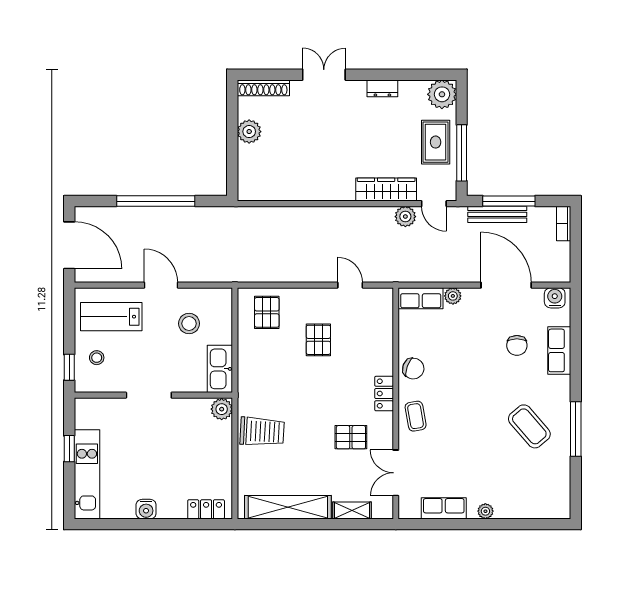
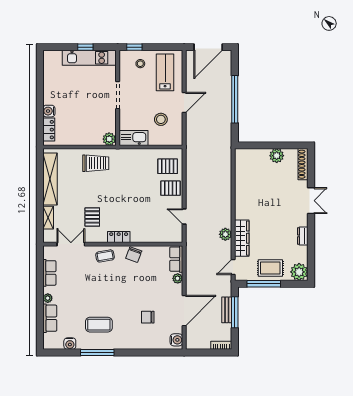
bench: (497, 214) -> (227, 310), width x0.73
plant: (405, 217) -> (225, 234), moved
door: (350, 285) -> (184, 216), swing flipped
pallet: (318, 340) -> (171, 188), moved
row of seats: (559, 350) -> (50, 318), moved, turned 90
coffee table: (529, 426) -> (99, 325), turned 41
trolley: (262, 432) -> (96, 163), turned -93
kitchen unit: (87, 474) -> (89, 58), moved
water cooler: (561, 474) -> (70, 344), added
water cooler: (146, 509) -> (49, 111), moved

